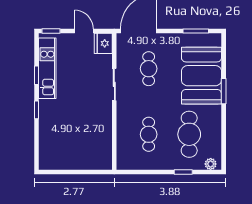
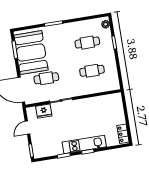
fridge: (103, 43) -> (44, 111), moved
kitchen unit: (47, 68) -> (84, 144), moved
booth: (201, 76) -> (31, 53), moved, turned 90
cafe table: (189, 134) -> (87, 43), width x0.73, depth x0.74
locker: (53, 163) -> (123, 134), added

